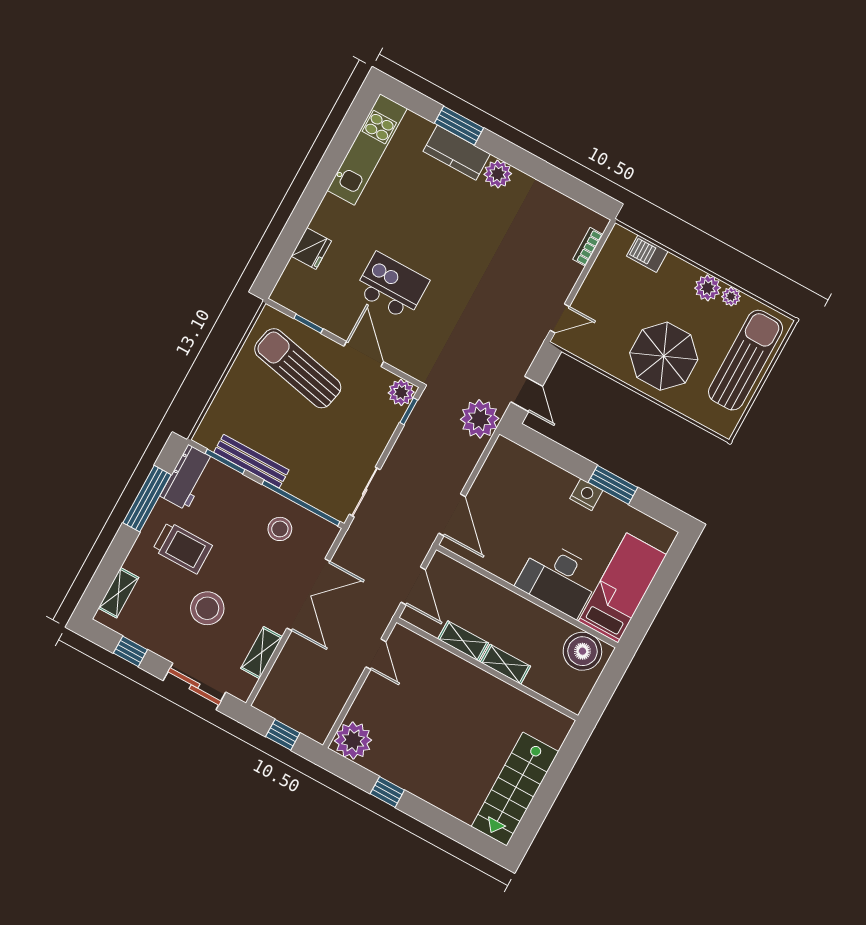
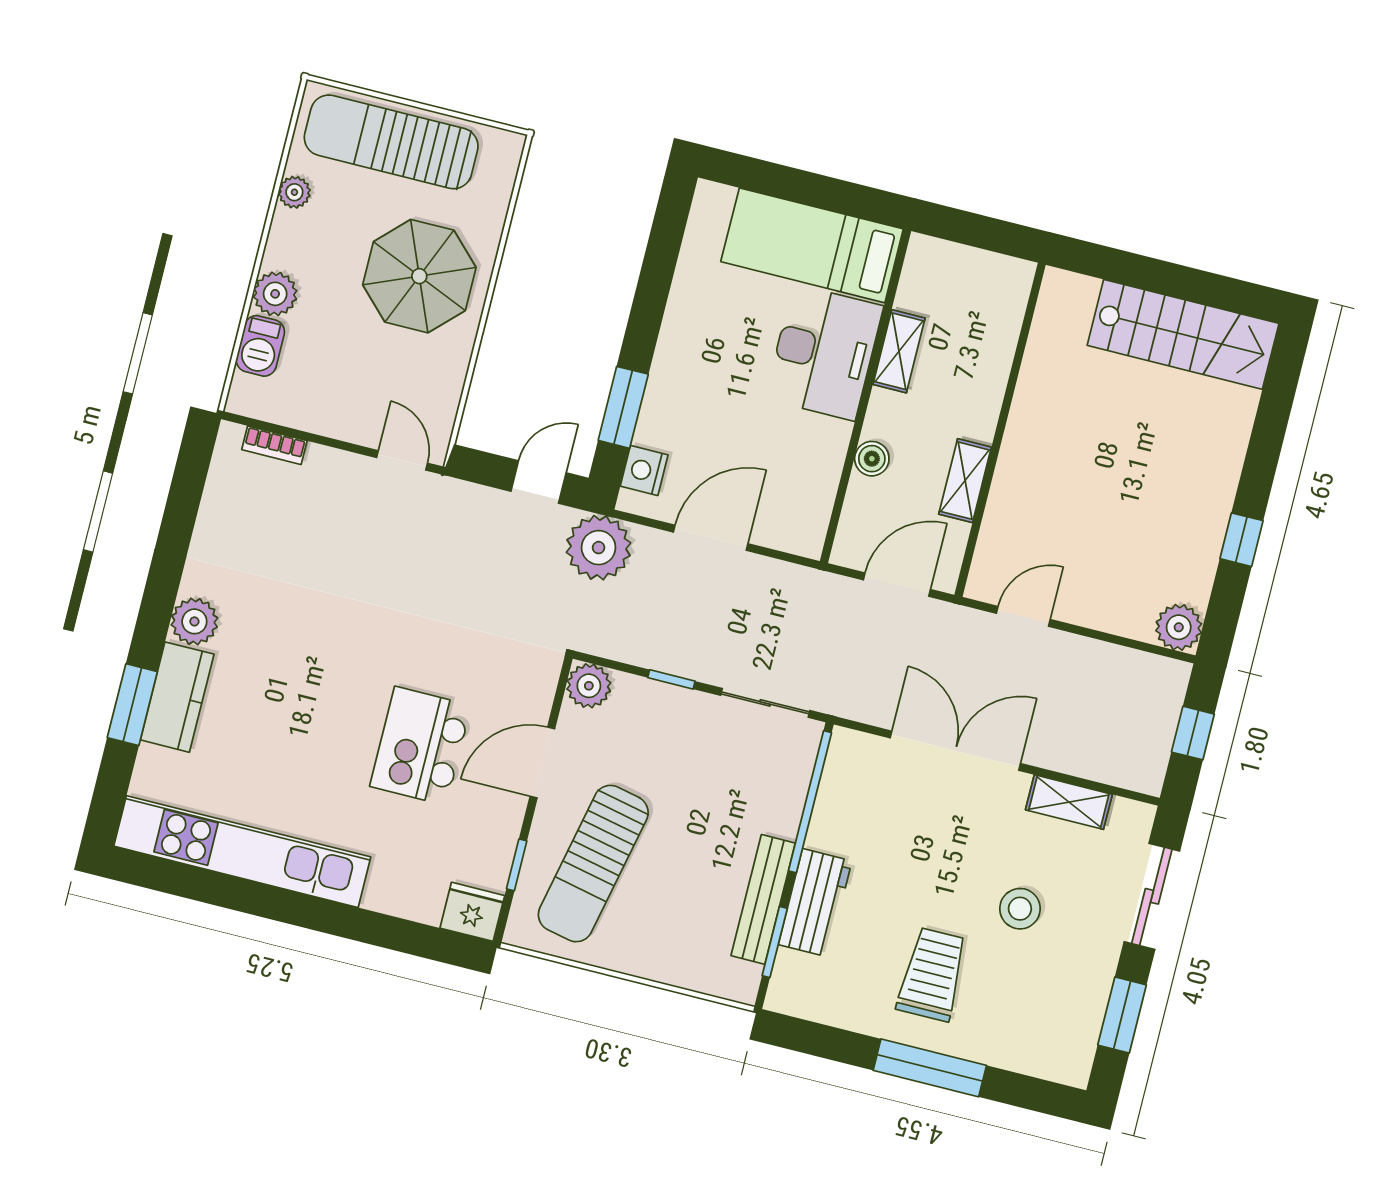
kitchen unit: (367, 149) -> (242, 852), width x1.36
fridge: (311, 249) -> (472, 912), moved
plant: (708, 288) -> (275, 294), moved
window: (409, 411) -> (671, 679), moved
workbench: (187, 477) -> (815, 903), moved, turned 90
window: (613, 485) -> (623, 407), moved
nightstand: (586, 495) -> (644, 471), moved
window: (147, 499) -> (930, 1068), moved
door: (452, 515) -> (711, 538), moved
stool: (280, 529) -> (861, 825), removed
shelving: (119, 593) -> (1032, 1059), removed
stool: (207, 608) -> (1020, 909), width x0.73, depth x0.73
window: (130, 651) -> (1122, 1015), width x1.50
boiler: (582, 651) -> (872, 459), moved, width x0.54, depth x0.54
shelving: (505, 664) -> (899, 351), moved
plant: (353, 740) -> (1179, 627), width x0.73, depth x0.73

